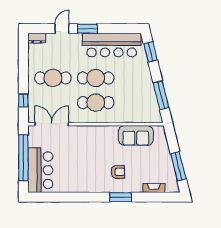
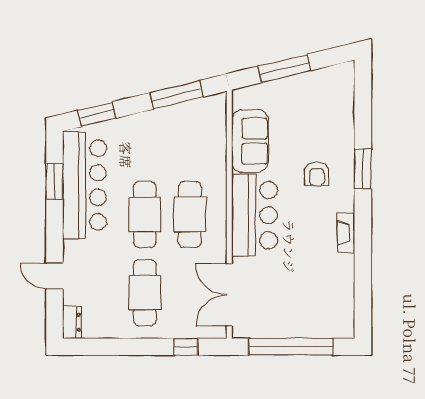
window: (87, 29) -> (54, 182), moved
window: (178, 166) -> (284, 68), moved
bar counter: (40, 170) -> (254, 215), moved, turned 90
armchair: (118, 172) -> (317, 174), turned 180
fireplace: (154, 188) -> (346, 233), moved

